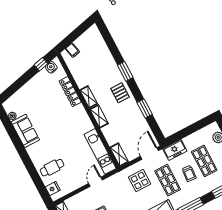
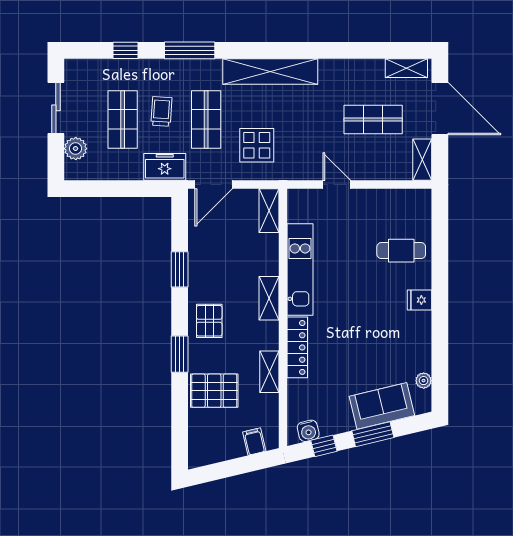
pallet: (102, 63) -> (214, 391), added
window: (22, 81) -> (373, 434), added
locker: (70, 92) -> (297, 347), moved
shelving: (89, 97) -> (269, 372), moved
sofa: (25, 131) -> (382, 406), moved, turned 77
kitchen unit: (100, 151) -> (300, 270), moved
door: (95, 182) -> (337, 185), swing flipped
fridge: (53, 188) -> (419, 300), moved

